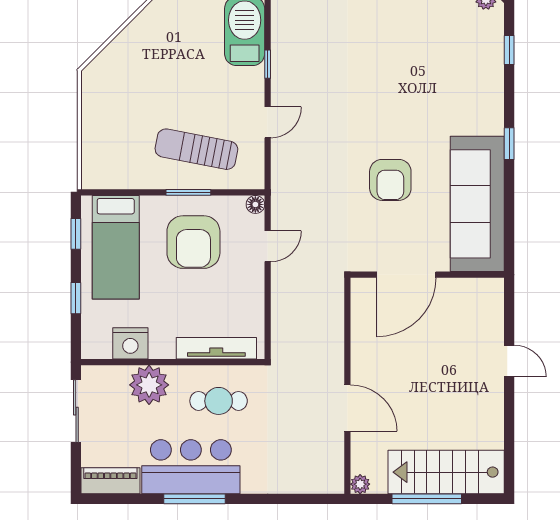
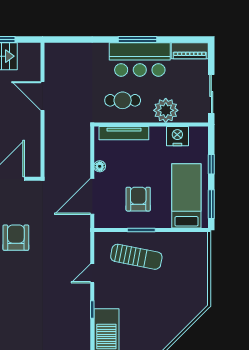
floor lamp: (255, 204) -> (100, 166), moved
window: (76, 234) -> (211, 204), width x1.50
armchair: (193, 242) -> (138, 199), width x0.73, depth x0.73
door: (268, 246) -> (92, 196), width x1.88
plant: (360, 484) -> (35, 49), removed

